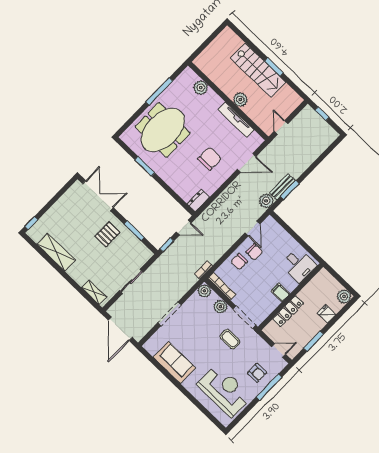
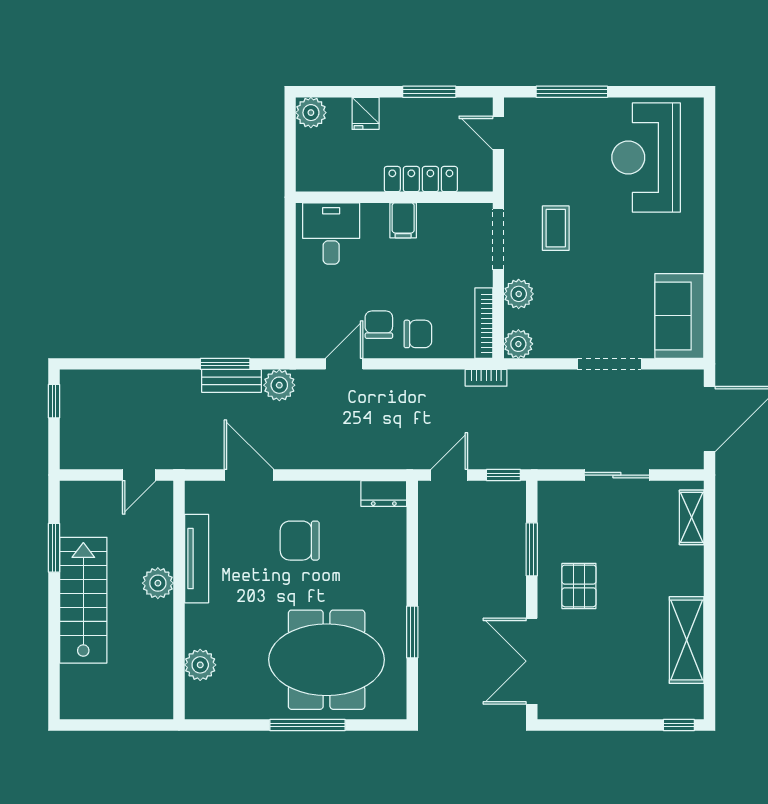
window: (274, 67) -> (54, 548), moved
window: (159, 91) -> (307, 725), moved
window: (322, 114) -> (54, 401), moved
door: (184, 227) -> (449, 475), hinge flipped
pallet: (107, 234) -> (579, 586), turned 90
sofa: (174, 363) -> (679, 316), moved
armchair: (257, 373) -> (568, 133), removed

